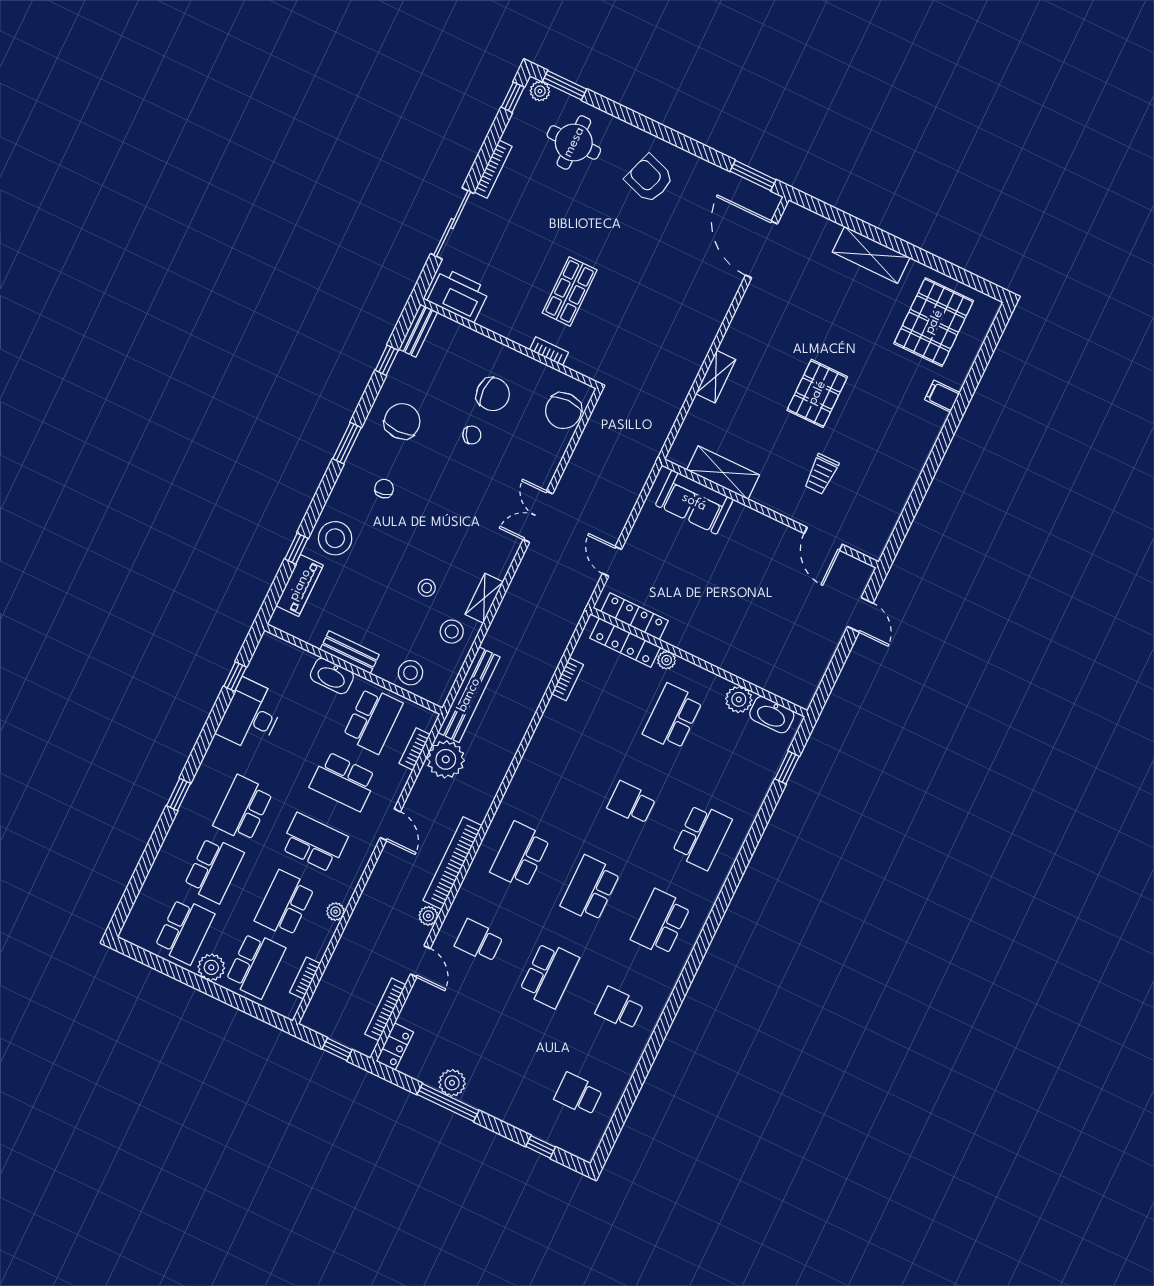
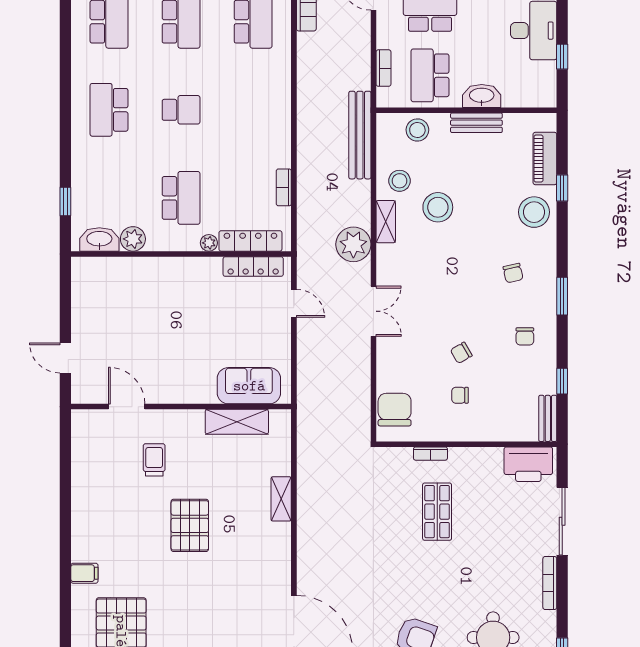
chair: (493, 394) -> (460, 395), width x0.54, depth x0.54
chair: (402, 421) -> (525, 336), width x0.54, depth x0.54
stool: (427, 588) -> (438, 207), width x1.89, depth x1.89
plant: (446, 759) -> (353, 244), moved

